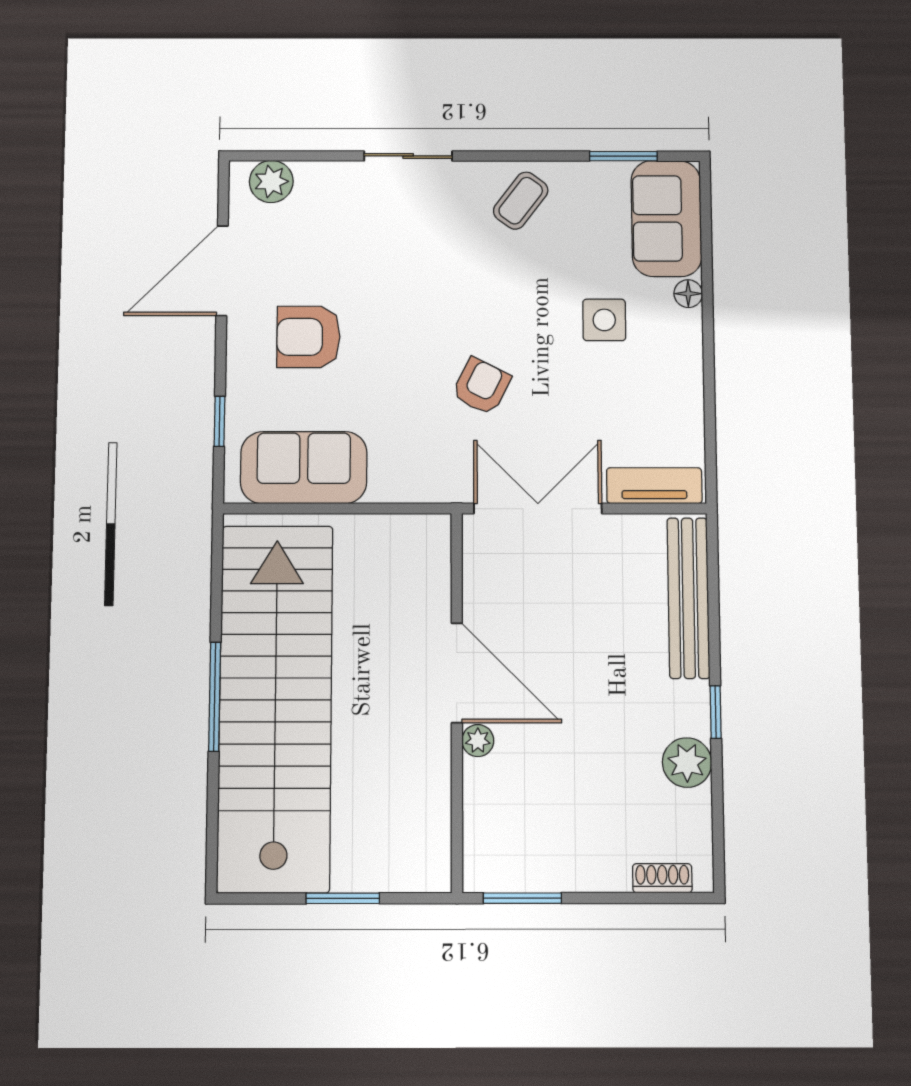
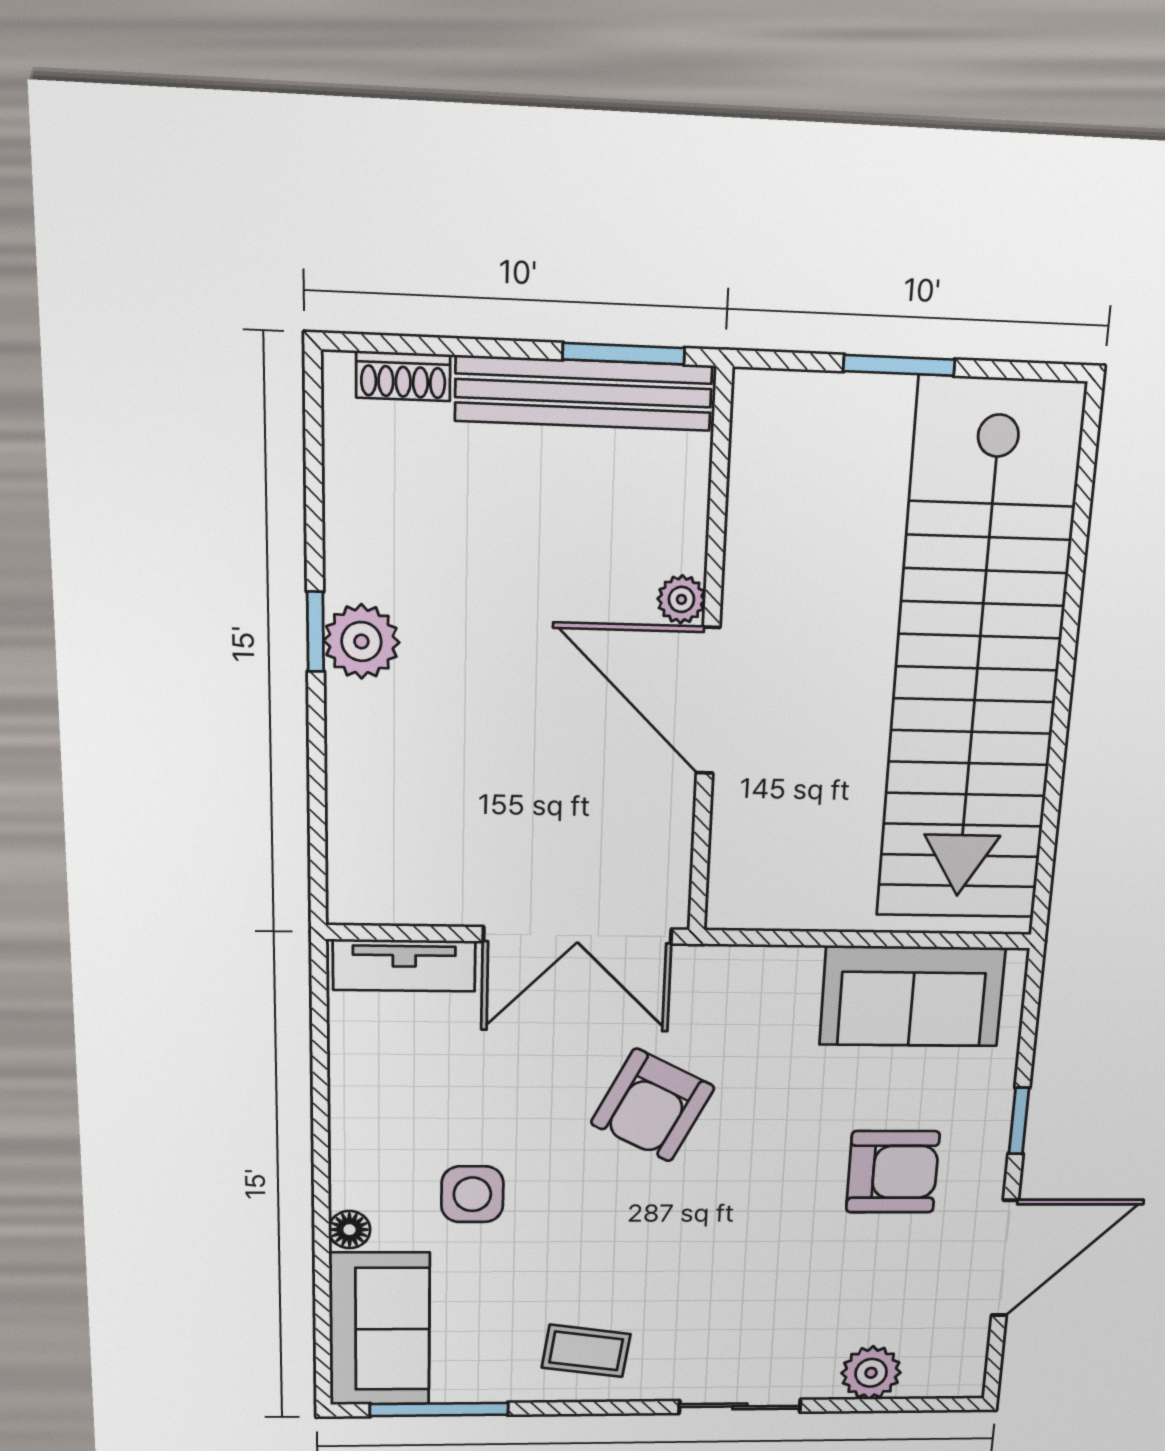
window: (623, 156) -> (439, 1409), width x1.44
plant: (271, 181) -> (871, 1373), moved
coffee table: (521, 201) -> (586, 1351), turned 61
armchair: (481, 386) -> (653, 1105), width x1.38, depth x1.38
window: (219, 421) -> (1019, 1121), moved
bench: (688, 598) -> (584, 393), moved, turned 90
window: (215, 697) -> (1065, 675), removed
plant: (687, 763) -> (361, 641), moved

